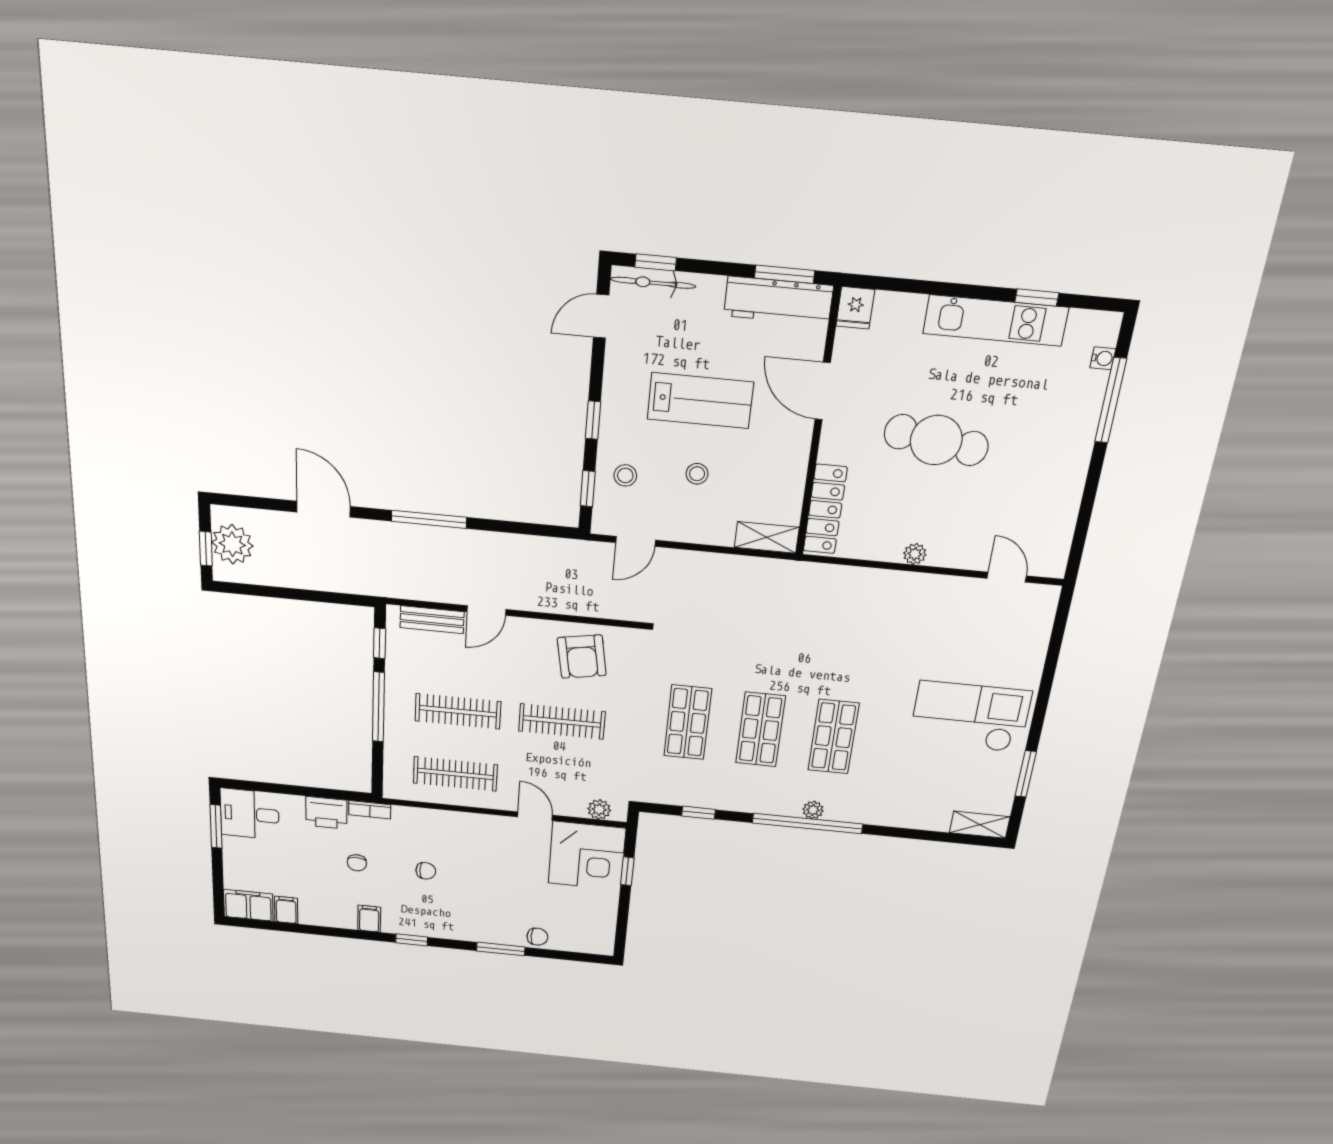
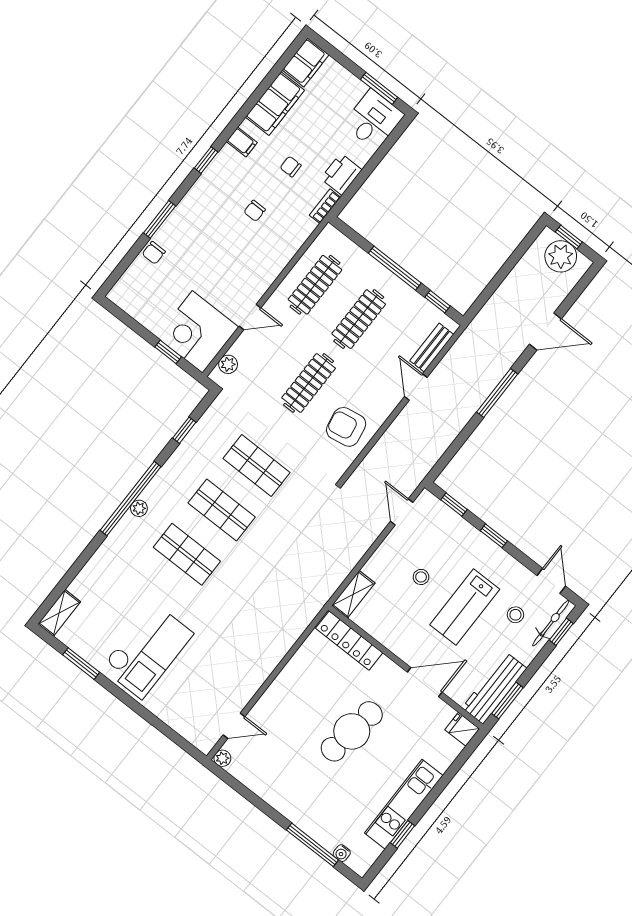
stool: (625, 475) -> (515, 615), moved
plant: (915, 554) -> (222, 758), moved
filing cabinet: (286, 910) -> (275, 104), width x3.00, depth x1.17

